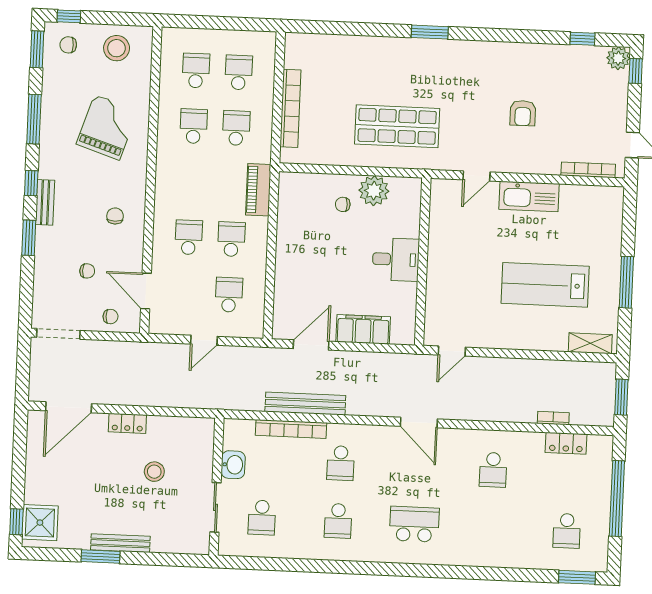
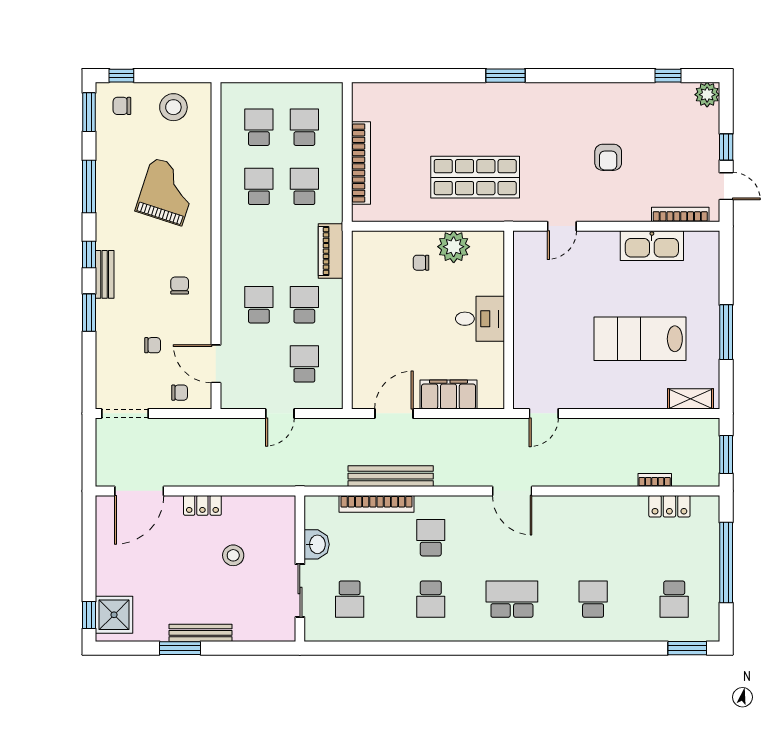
window: (636, 71) -> (726, 147), moved
kitchen sink: (529, 196) -> (652, 246), moved
school desk: (341, 463) -> (431, 538), turned 180
school desk: (493, 470) -> (593, 599), moved, turned 180

